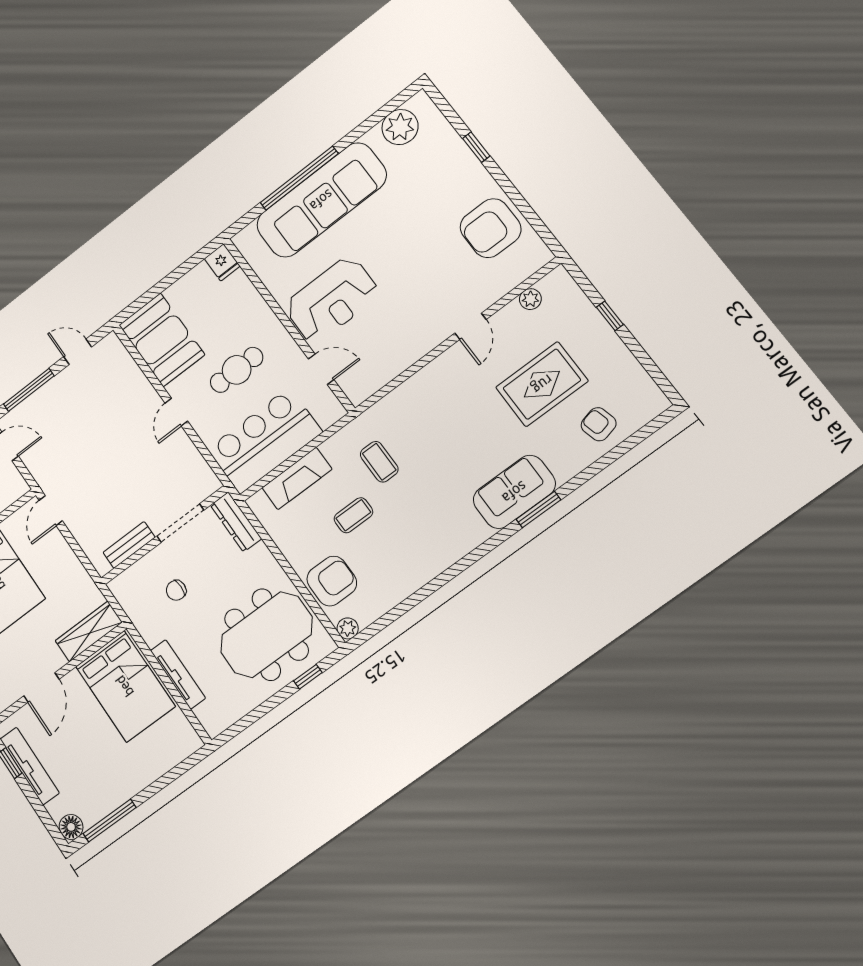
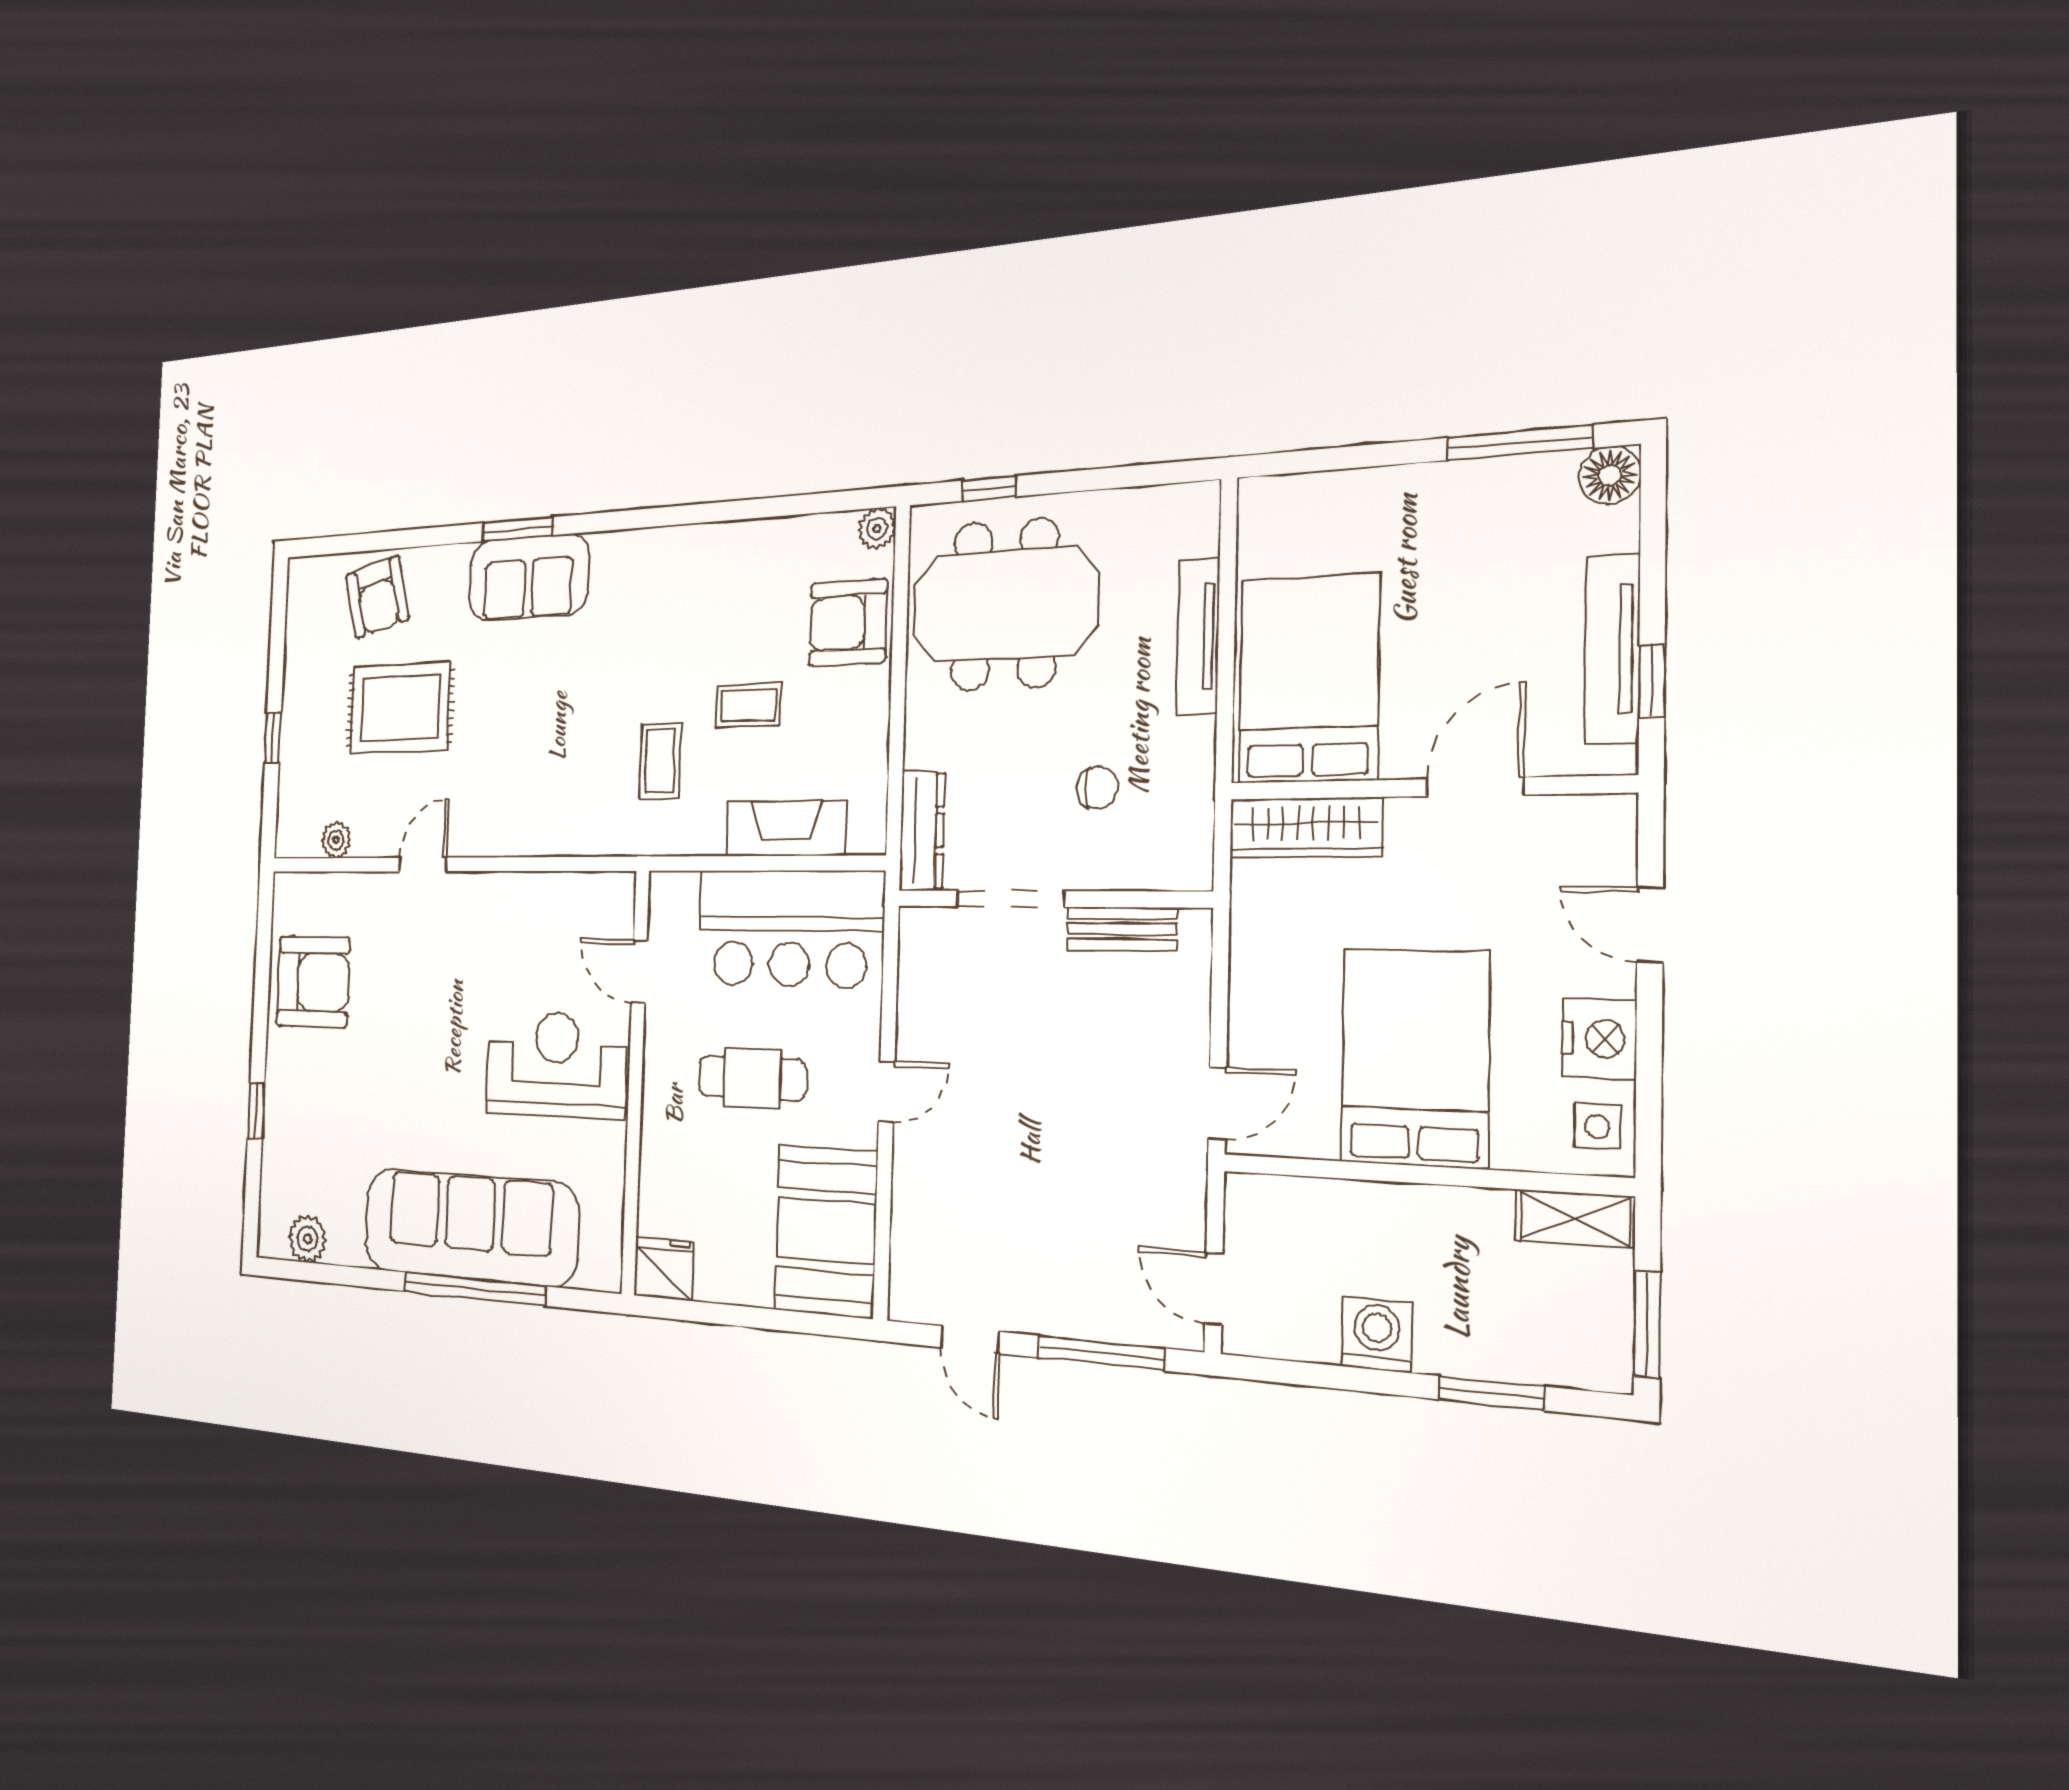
plant: (400, 127) -> (307, 1239), width x0.73, depth x0.73
fridge: (222, 262) -> (664, 1269), width x1.38
armchair: (599, 424) -> (377, 597), width x1.38, depth x1.38

